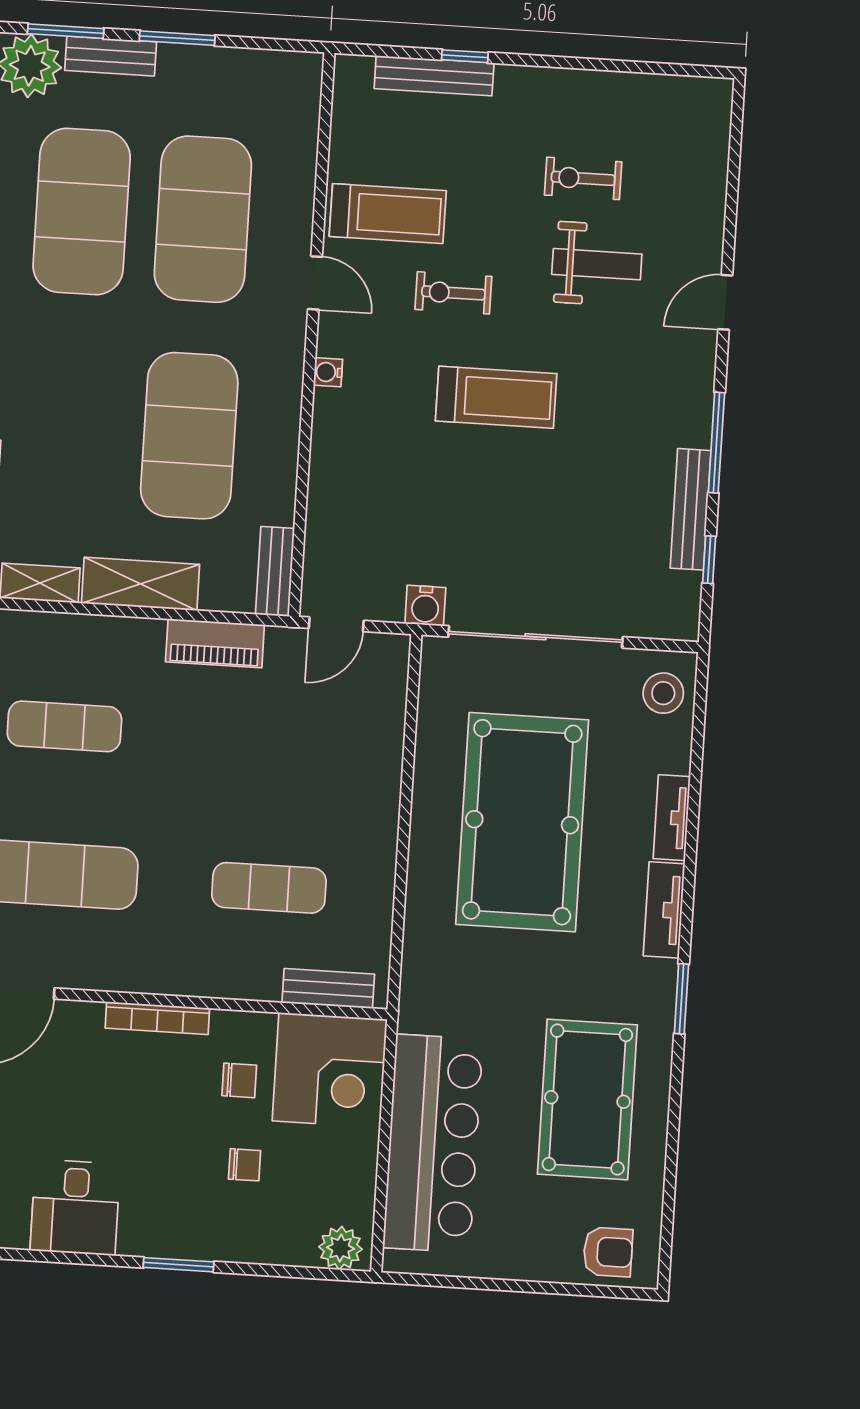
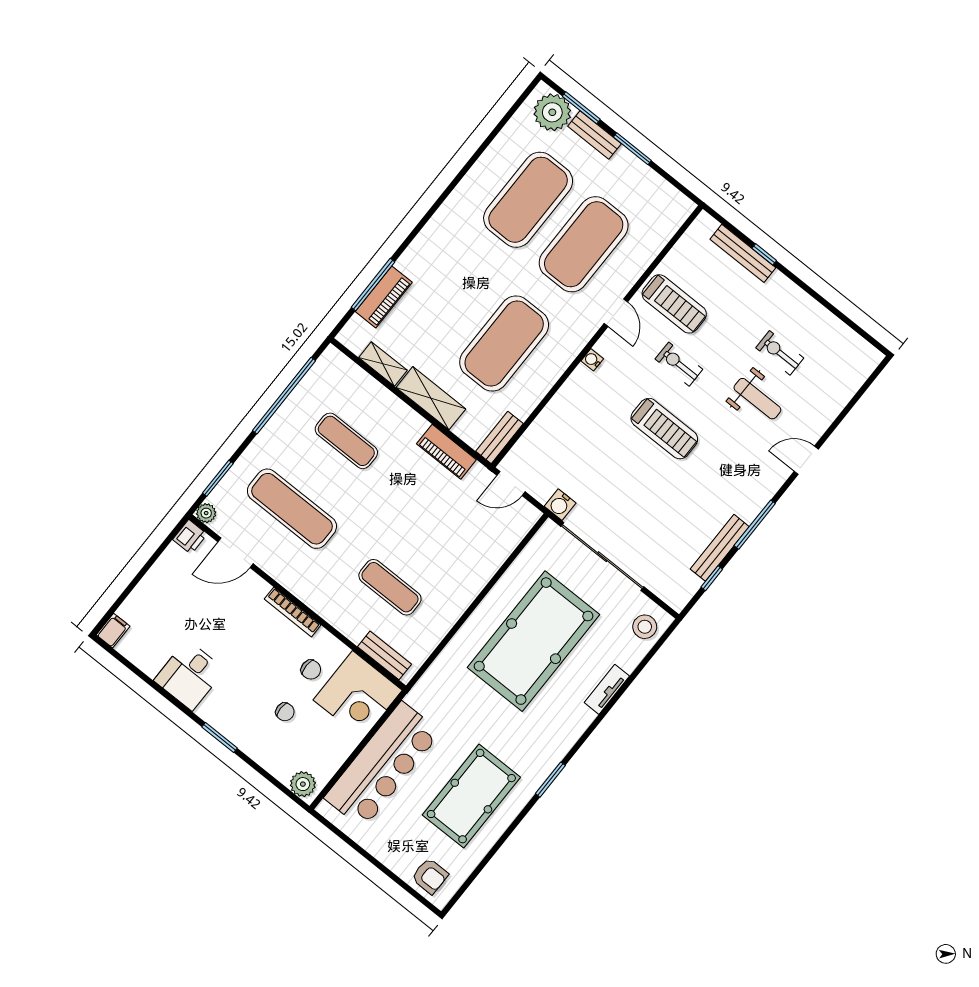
tv unit: (664, 910) -> (572, 731), removed

